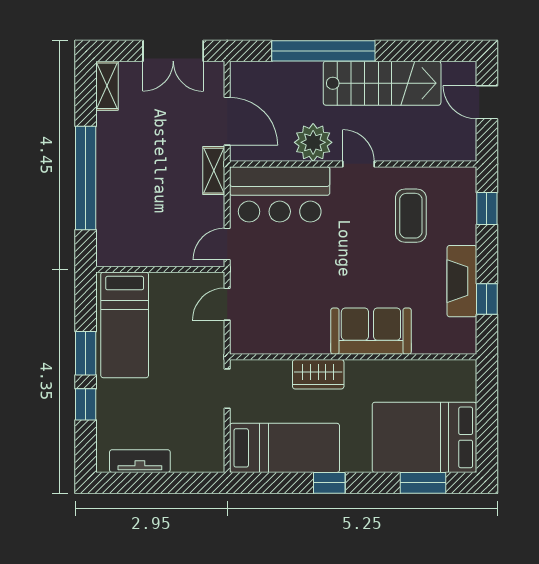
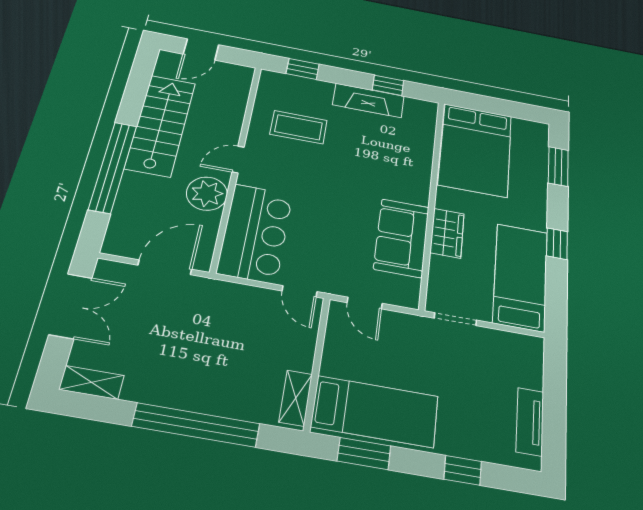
shelving: (214, 171) -> (296, 398), moved, turned 90
sofa: (371, 331) -> (402, 238), moved
window: (86, 353) -> (364, 454), moved
bed: (424, 437) -> (475, 150), moved

